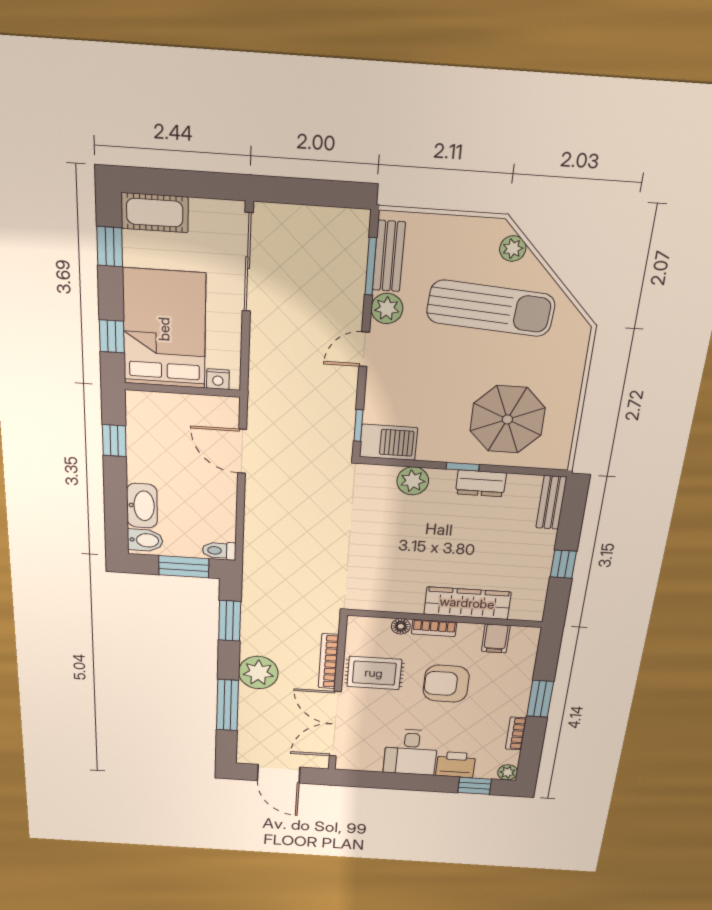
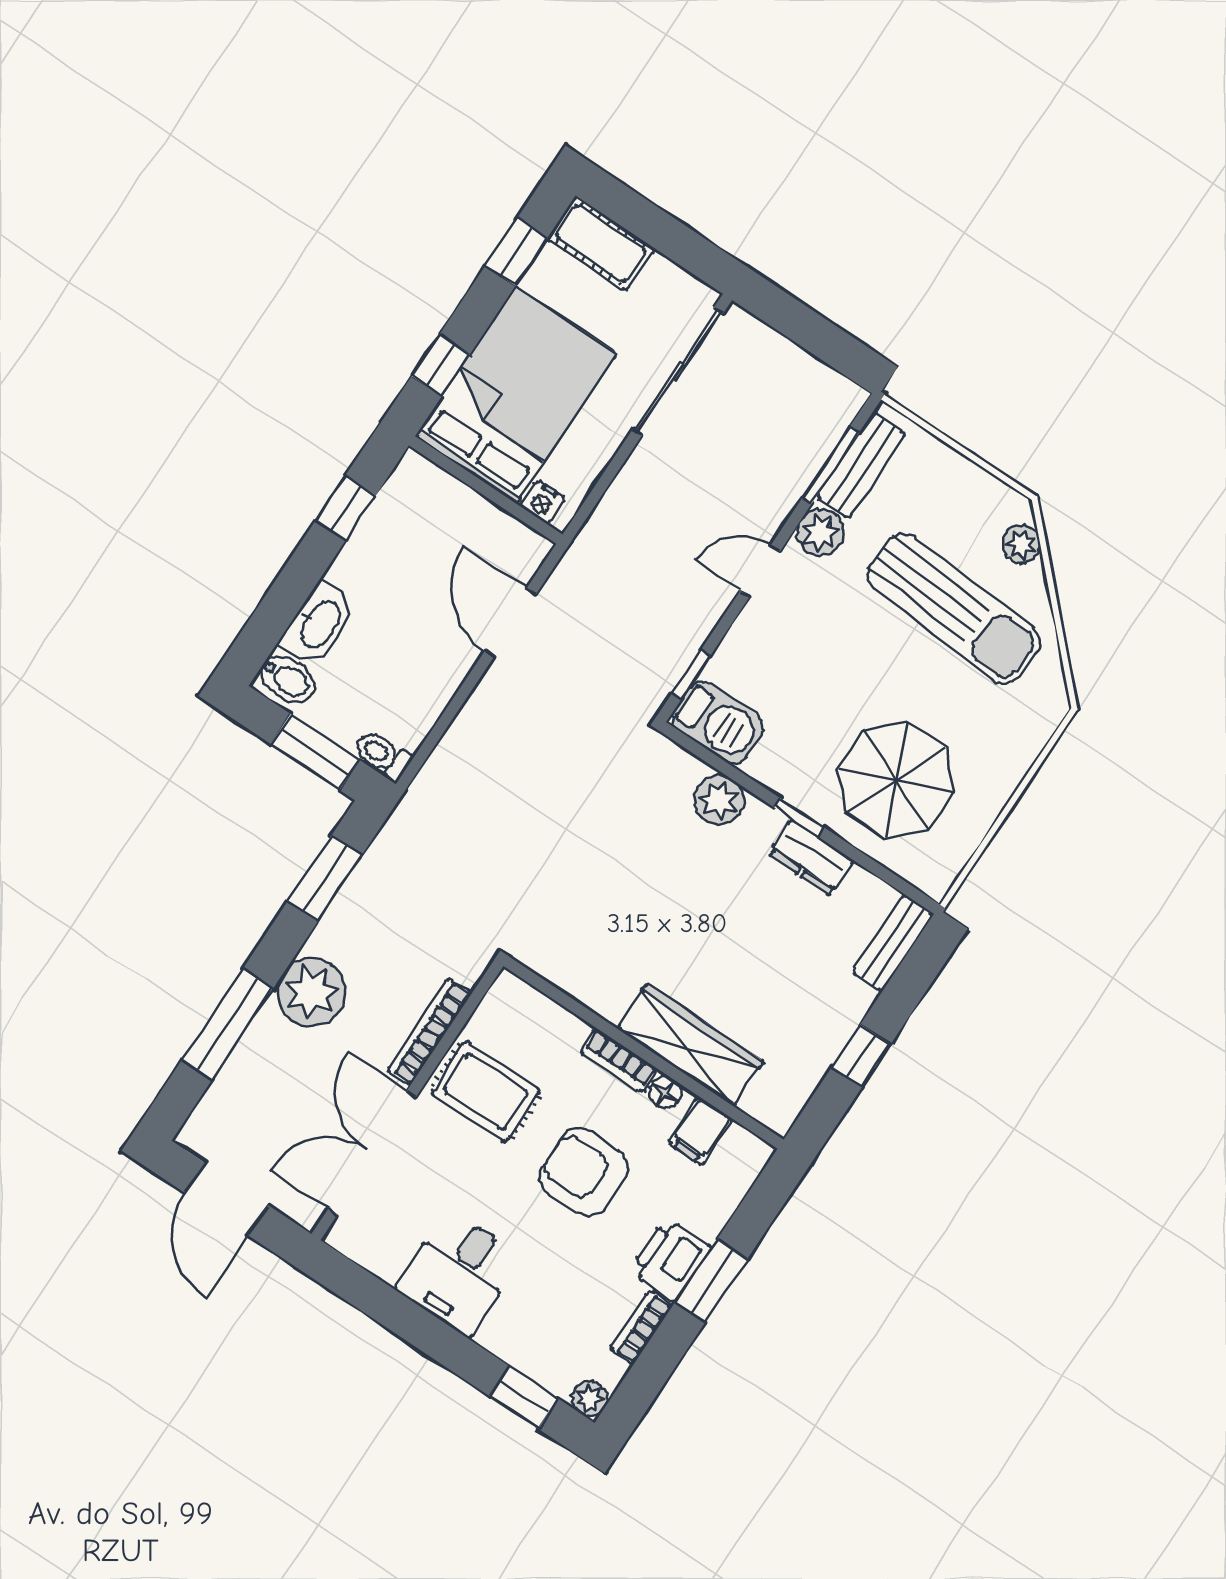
floor lamp: (401, 626) -> (665, 1093), moved
printer: (456, 765) -> (670, 1259), moved, turned -90

